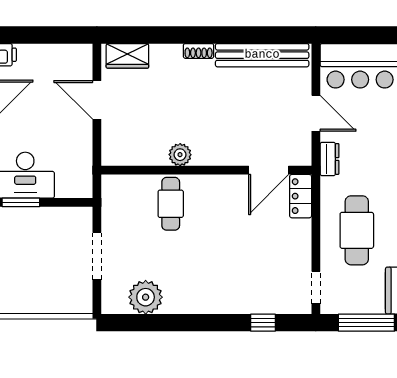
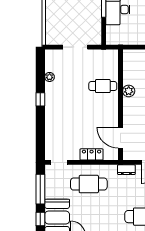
locker: (301, 196) -> (92, 154), moved
plant: (146, 297) -> (50, 77), width x0.53, depth x0.53
window: (263, 323) -> (40, 99), moved

